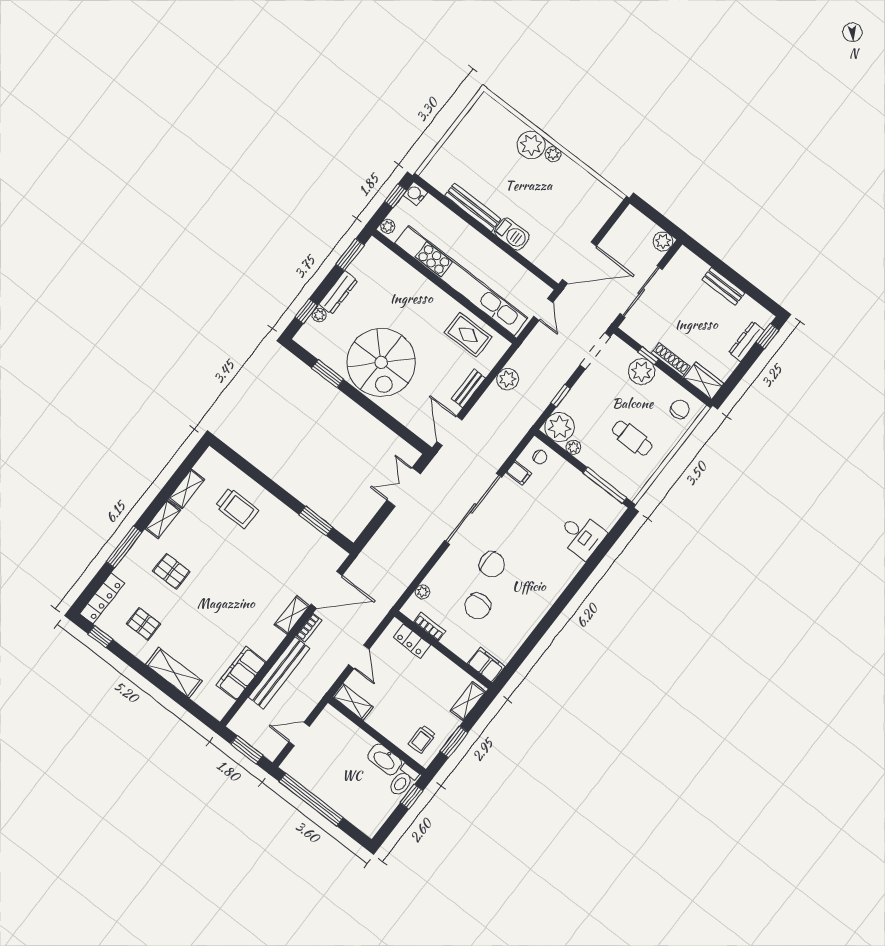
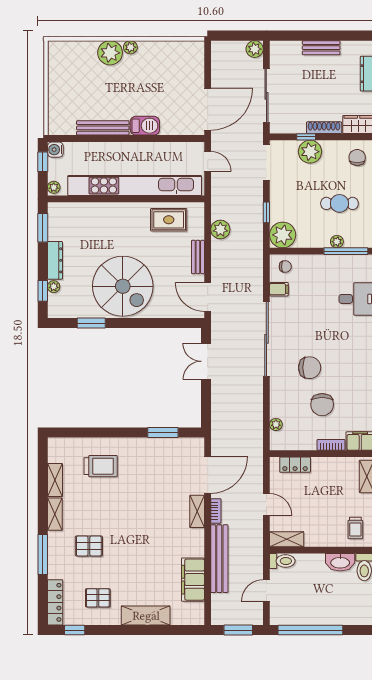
plant: (573, 447) -> (337, 242), moved
bookcase: (430, 627) -> (331, 445), moved
toilet: (334, 718) -> (282, 561), added

